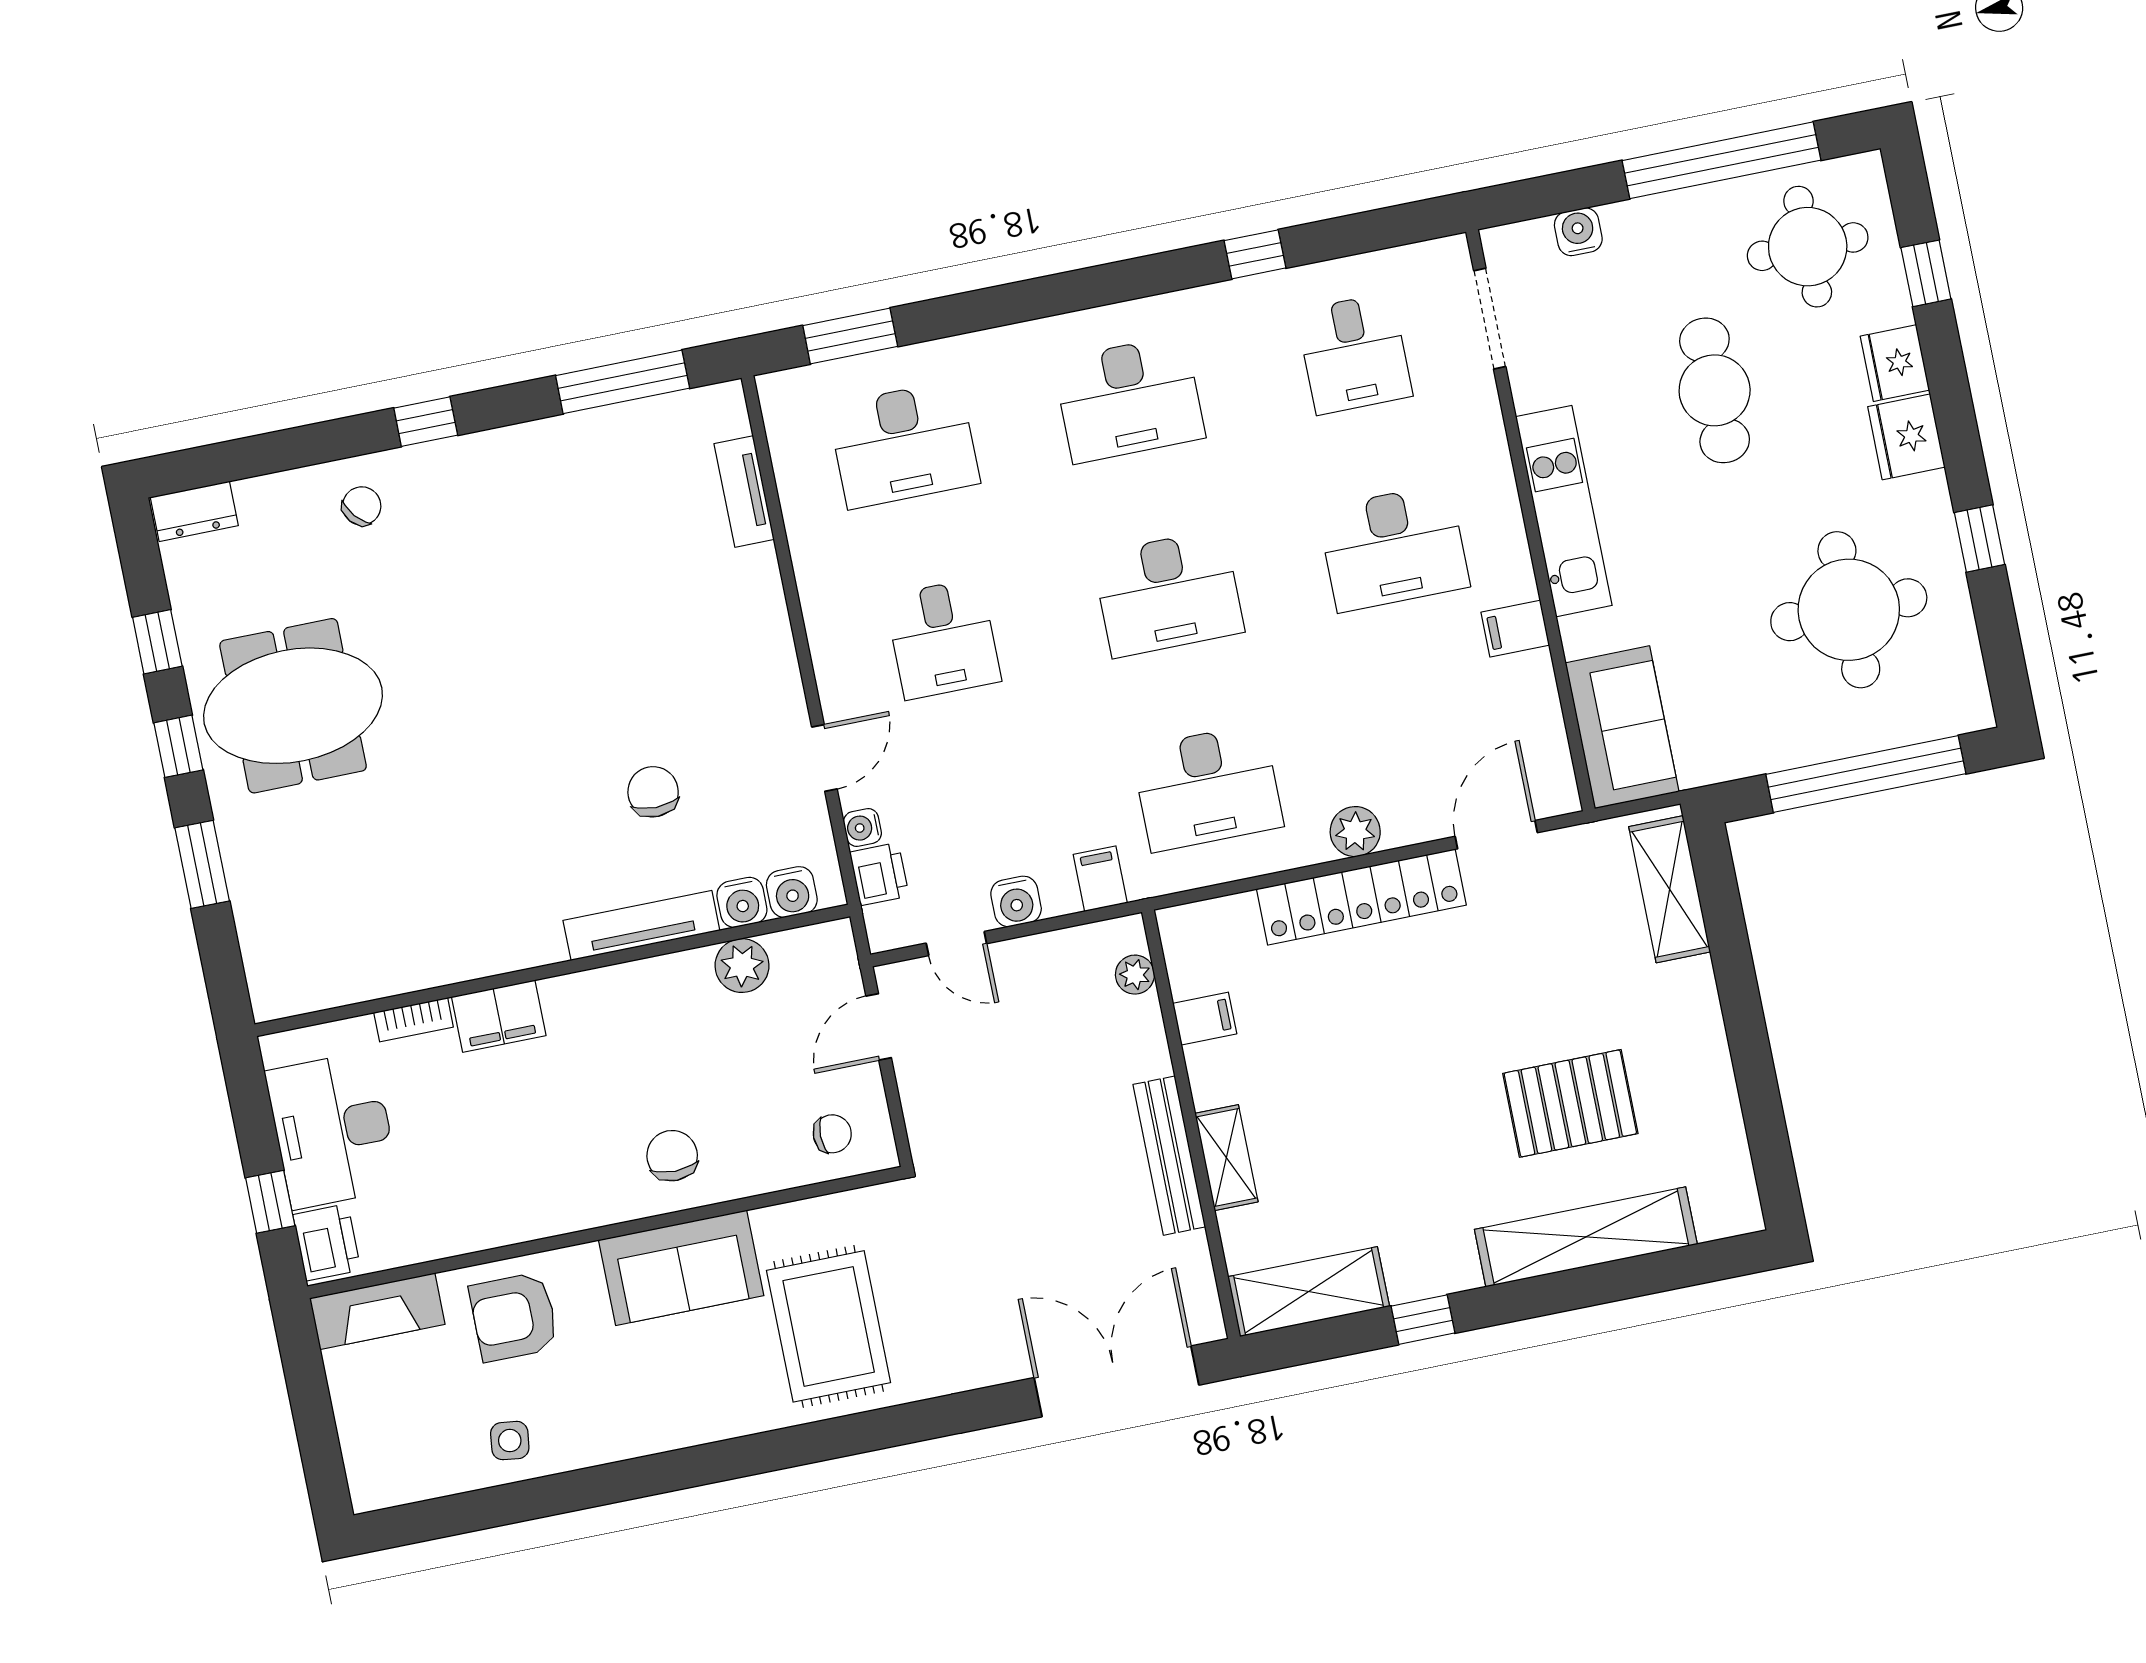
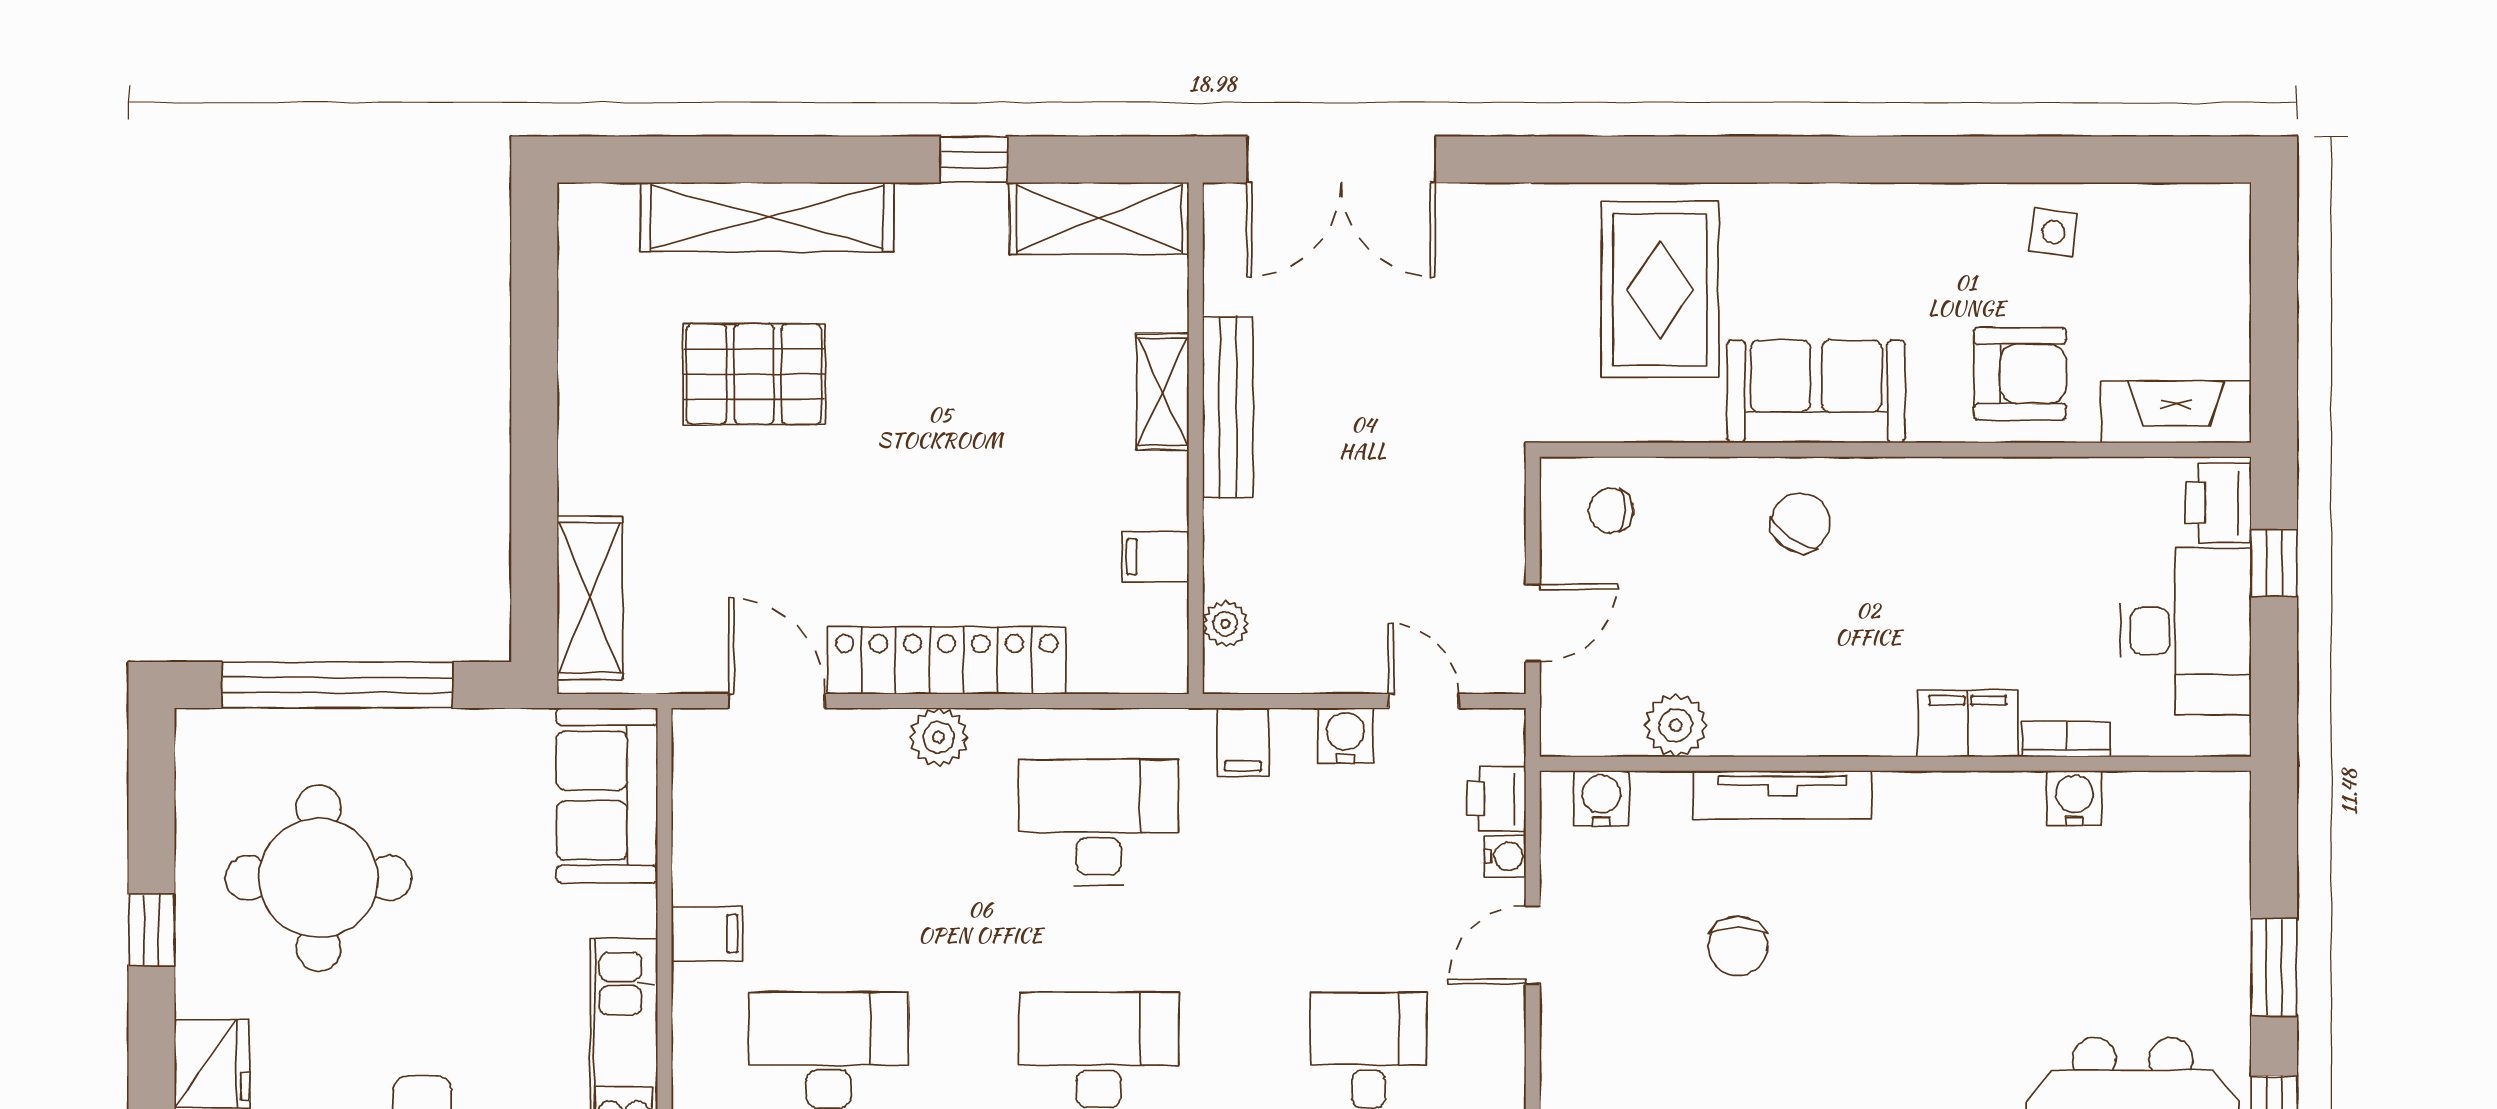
door: (1496, 835) -> (777, 701), swing flipped
water cooler: (742, 902) -> (2074, 798), moved
chair: (672, 1156) -> (1800, 523), turned -145

